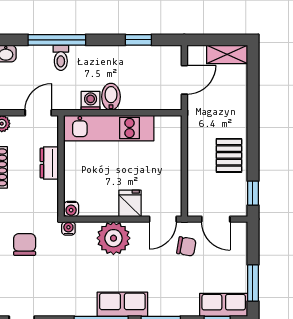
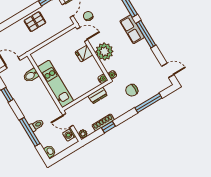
bidet: (111, 97) -> (31, 75), moved
washing machine: (91, 101) -> (69, 135), moved
dresser: (49, 163) -> (98, 95), moved

